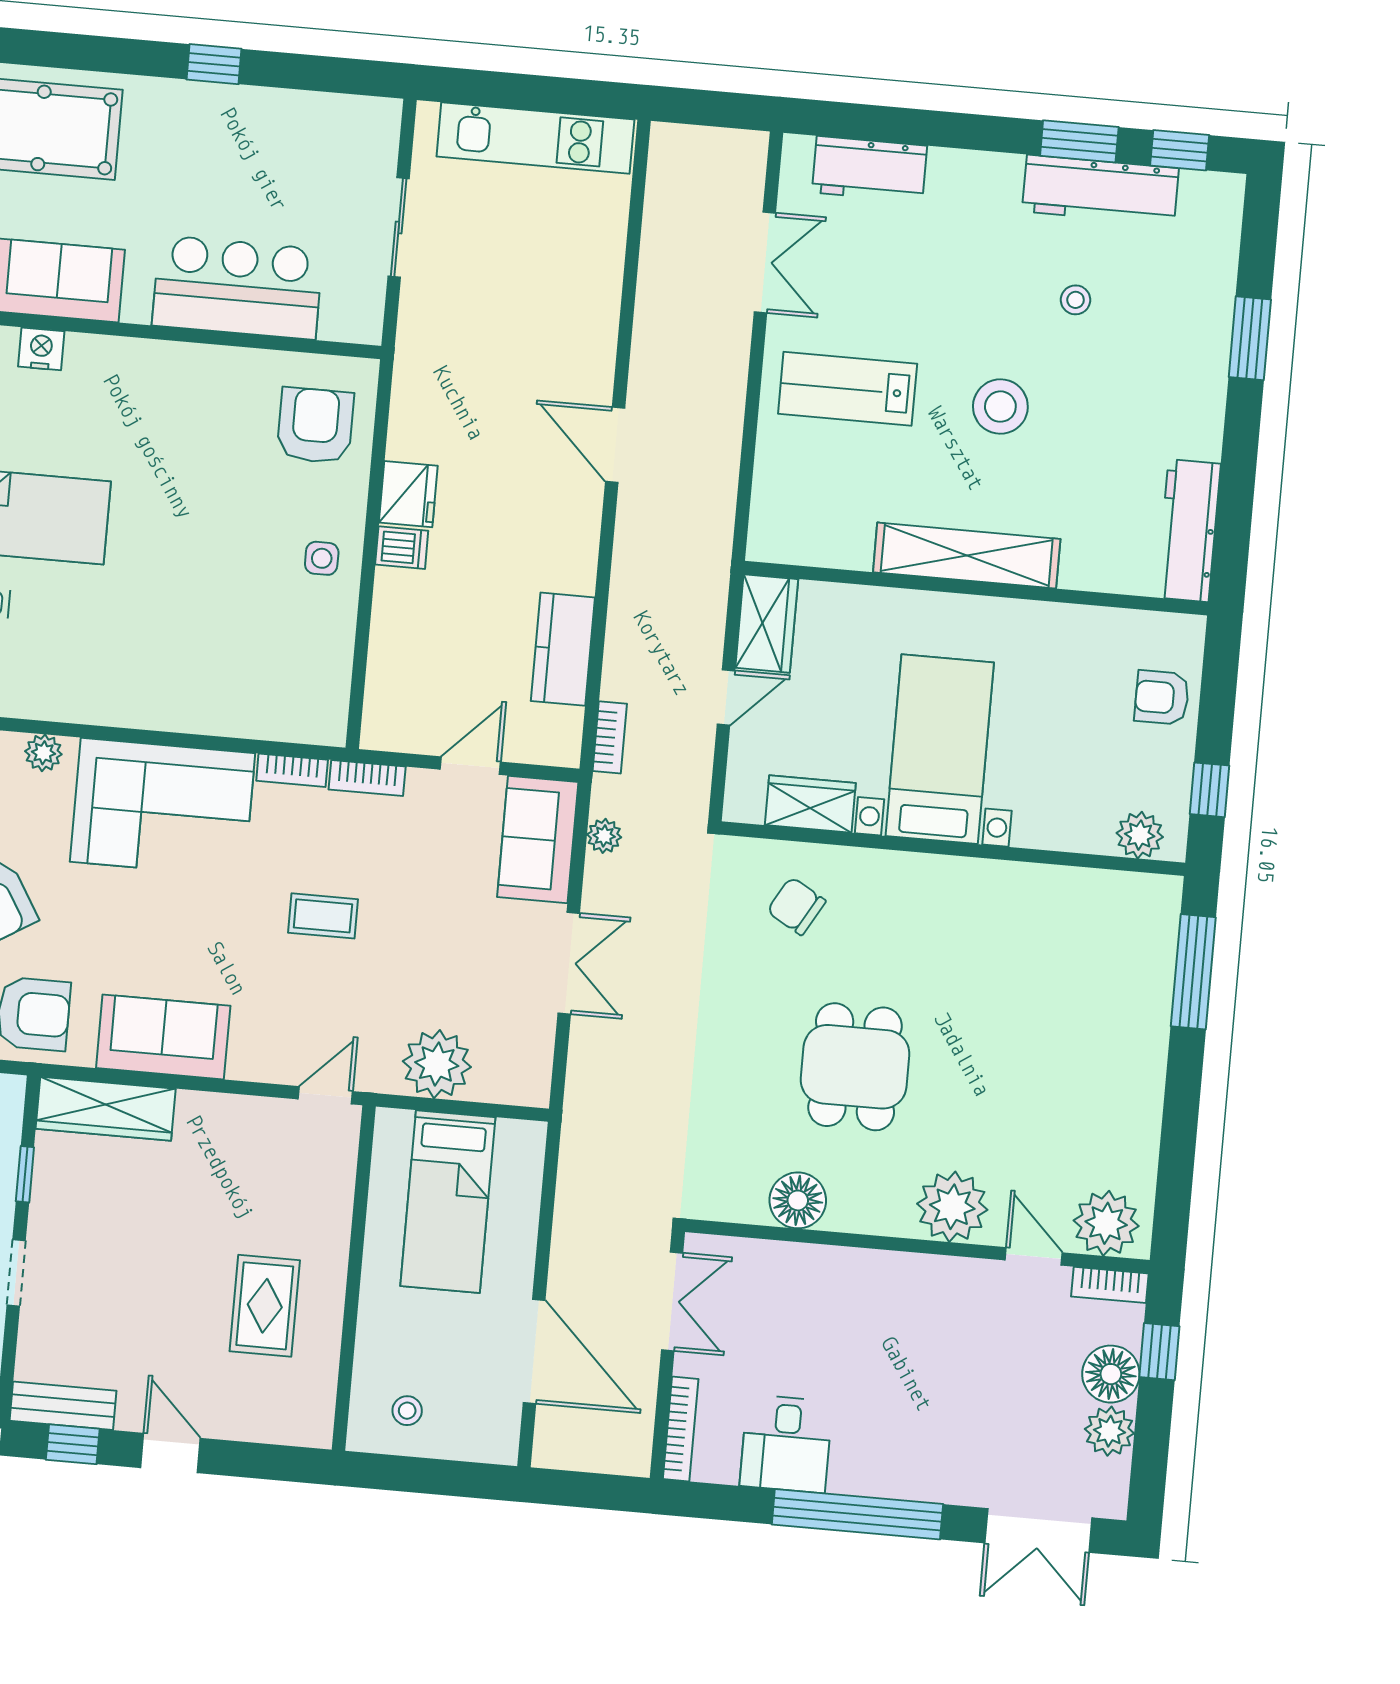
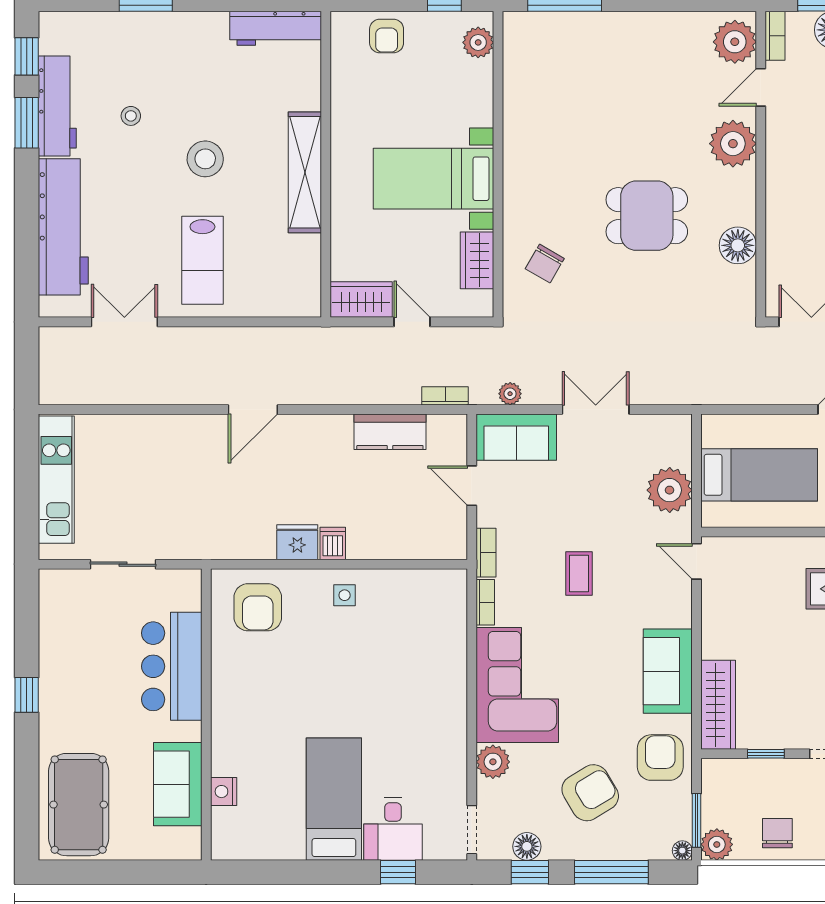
workbench: (870, 169) -> (63, 227), width x1.88, depth x1.32
armchair: (315, 425) -> (258, 607), turned -90
plant: (43, 753) -> (493, 762), width x1.38, depth x1.38

